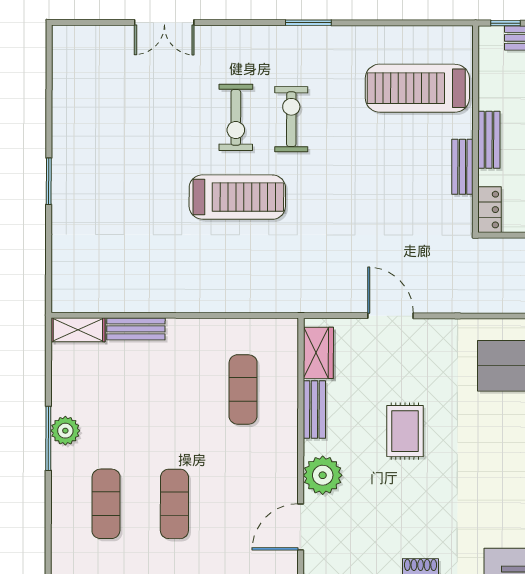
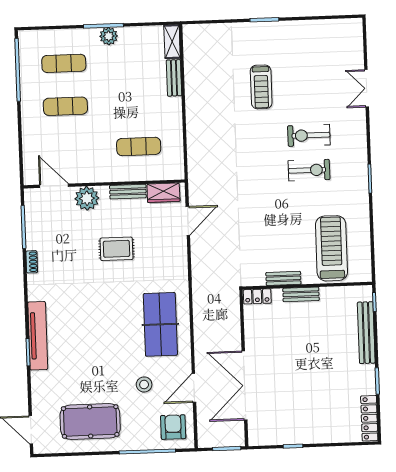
treadmill: (237, 197) -> (261, 87), moved, width x0.73, depth x0.73
door: (390, 316) -> (188, 221), moved

